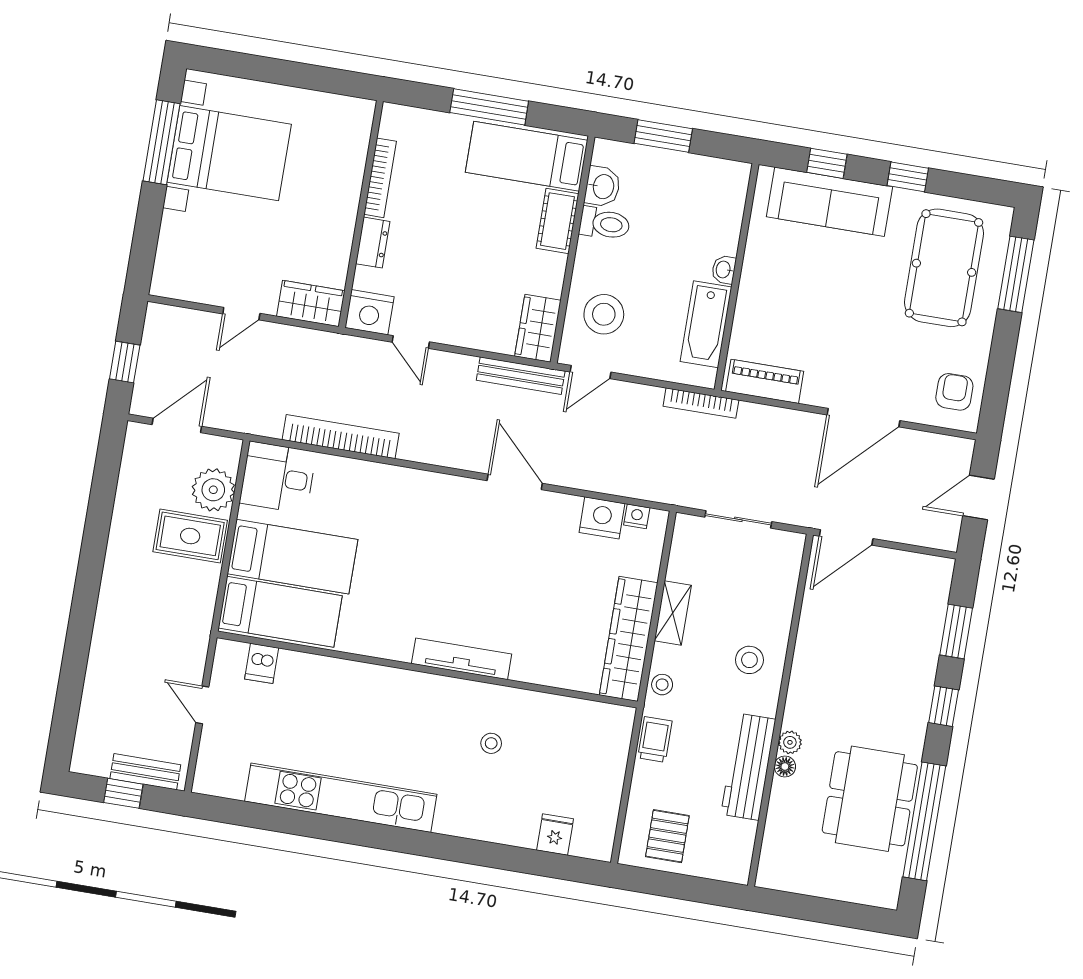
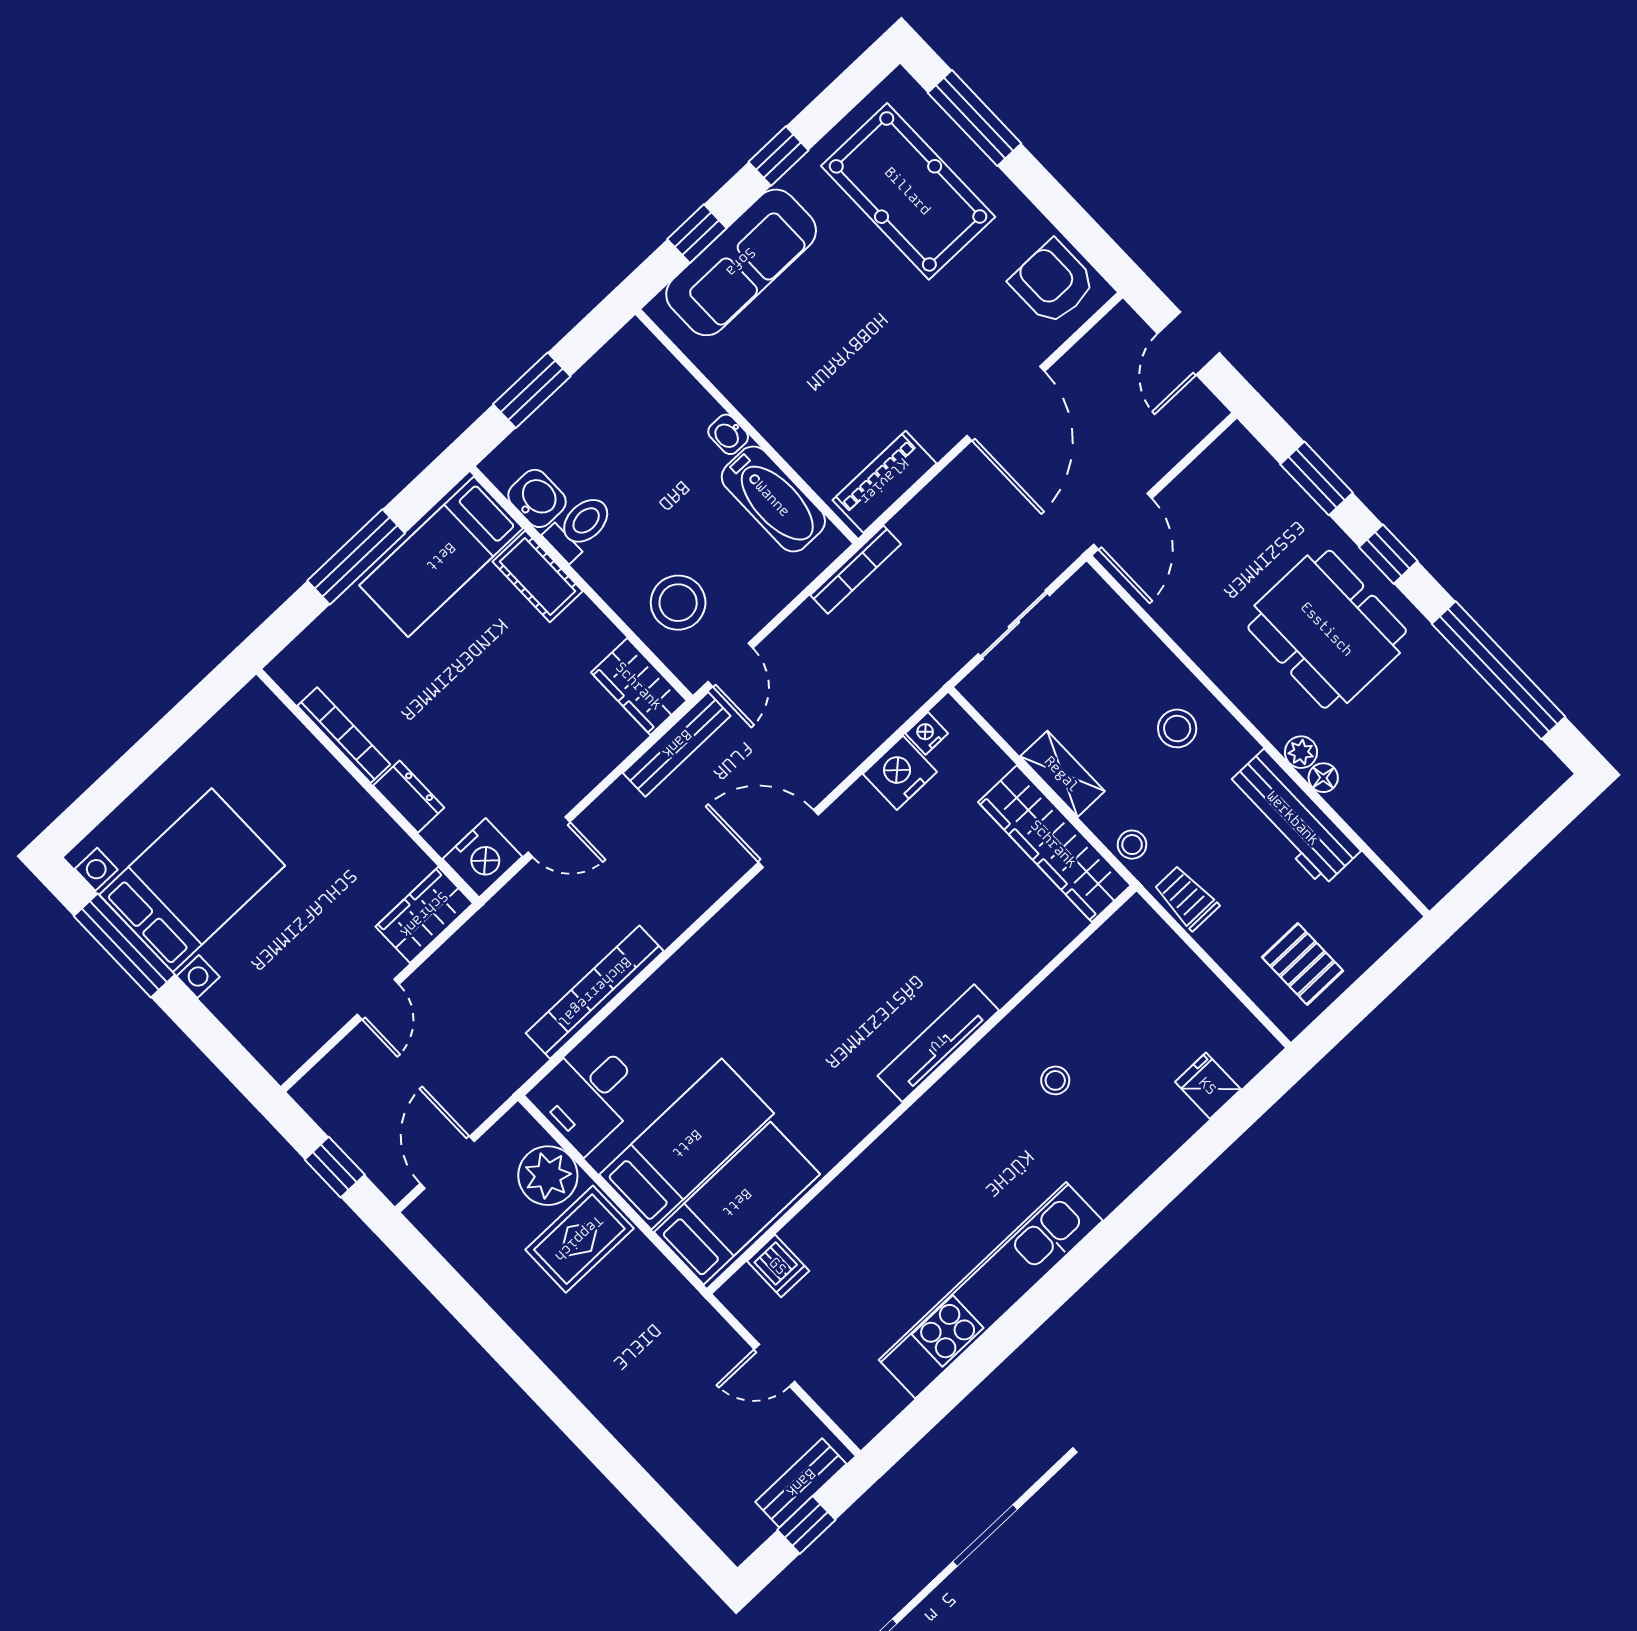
armchair: (954, 392) -> (1053, 282), width x1.38, depth x1.38
dining table: (870, 799) -> (1327, 629), moved

